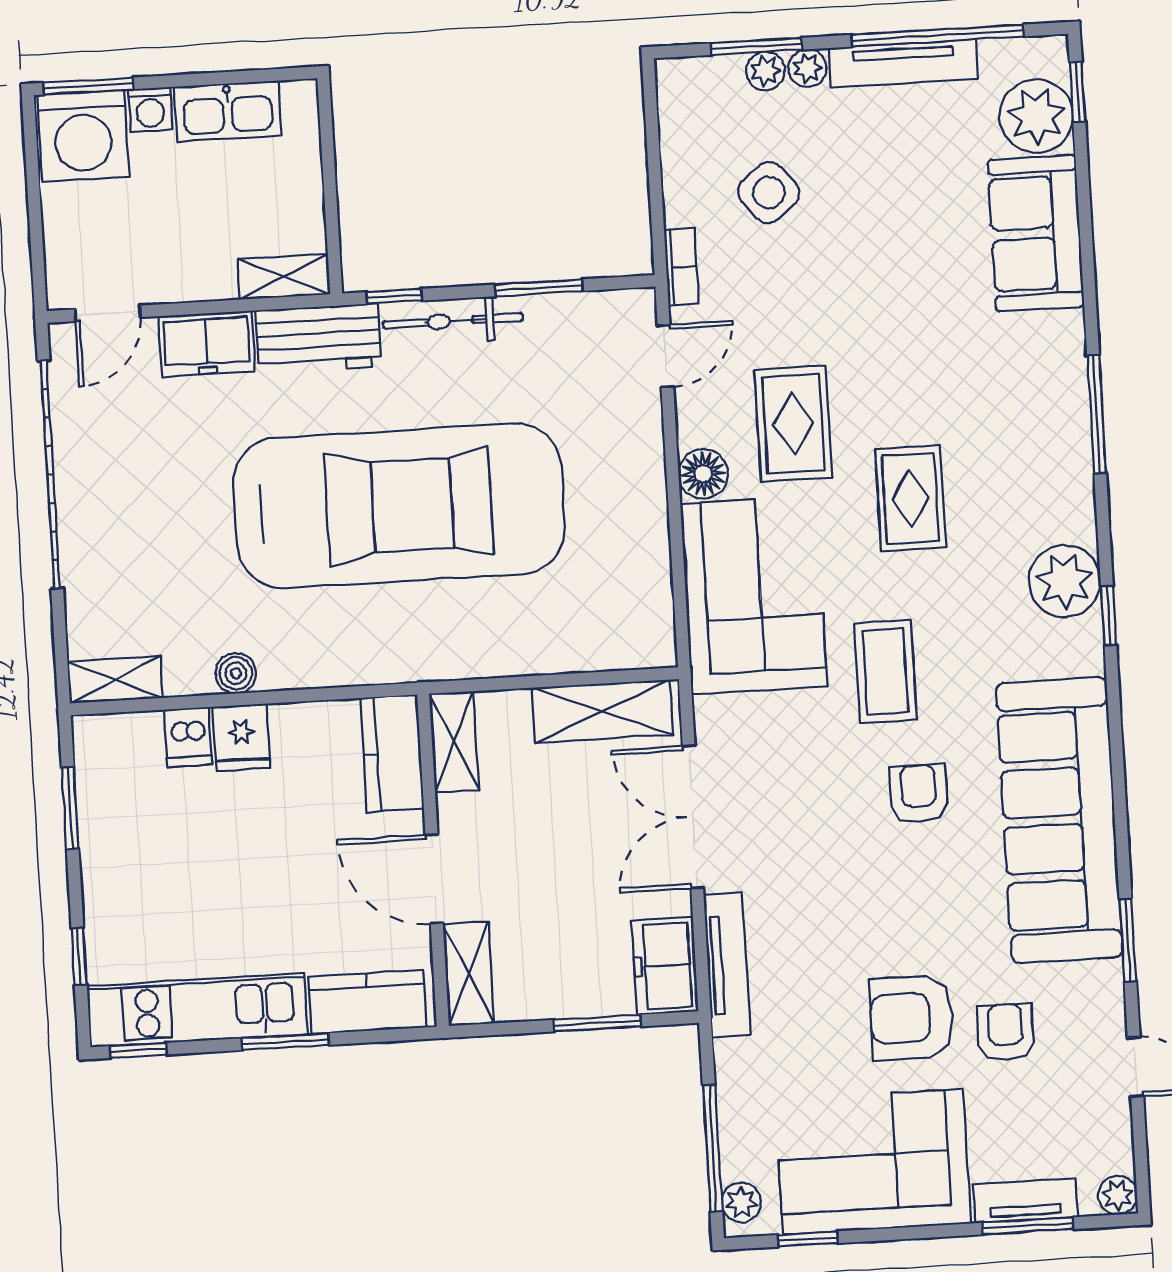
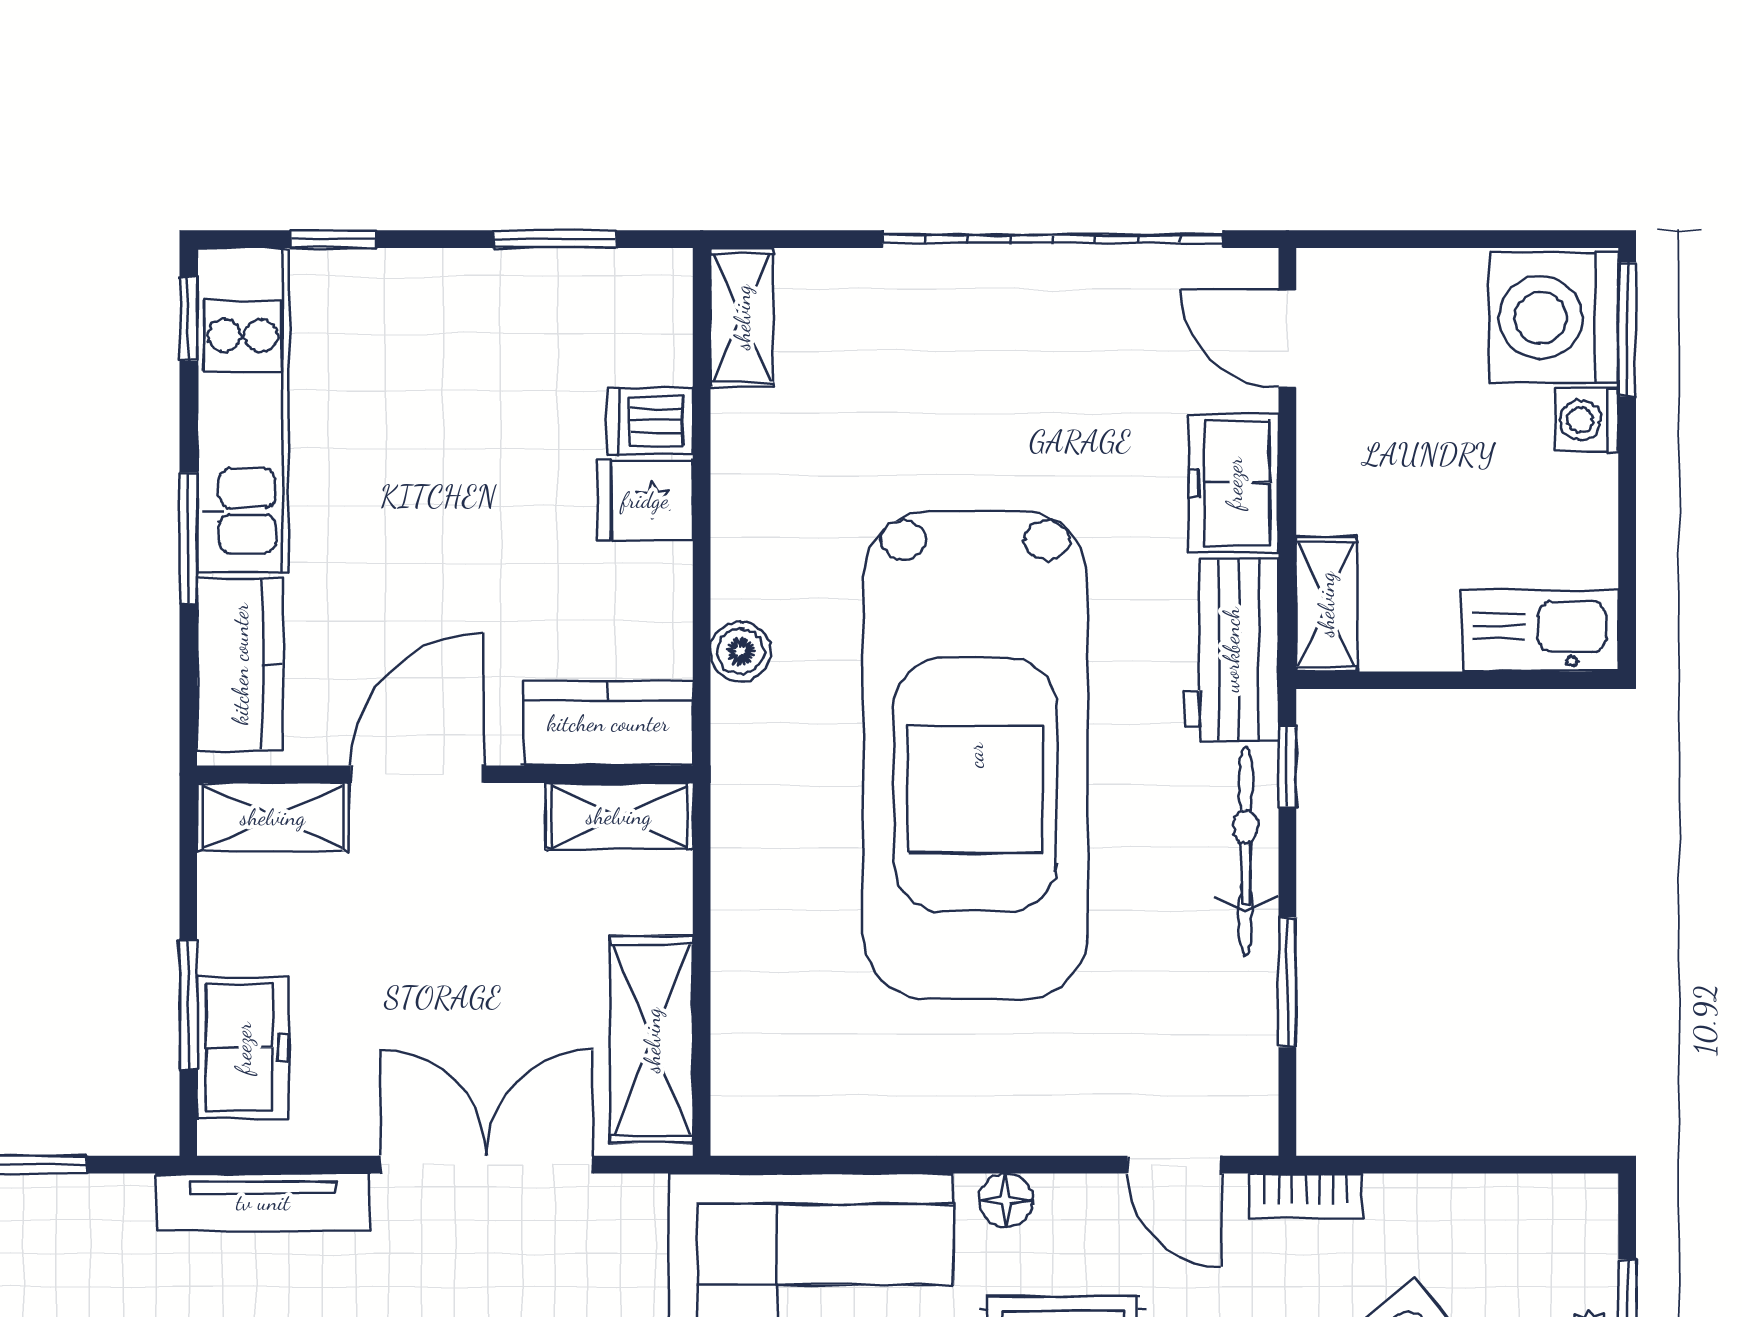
kitchen sink: (228, 111) -> (1541, 631), moved, turned 90
floor lamp: (703, 474) -> (1006, 1200), width x0.73, depth x0.73
boiler: (236, 673) -> (741, 652), moved
freezer: (665, 966) -> (243, 1048), moved, turned 90

